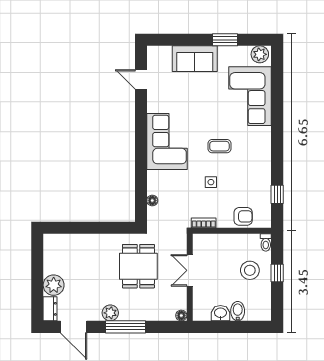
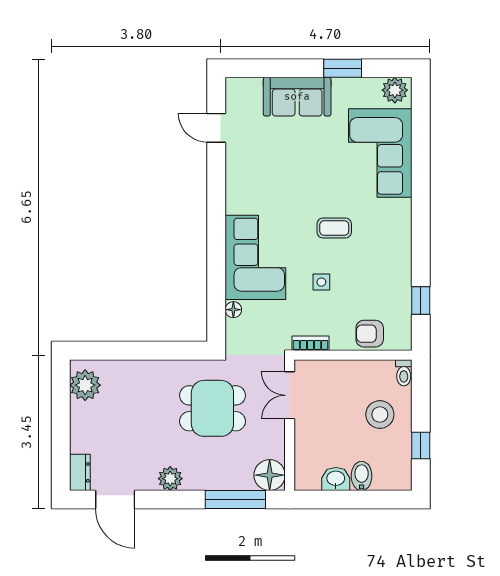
corner sofa: (167, 141) -> (255, 257), moved
armchair: (243, 216) -> (370, 334), turned 180
dining table: (138, 266) -> (212, 408), turned 90
double door: (190, 270) -> (290, 395), moved
window: (277, 273) -> (421, 445), moved
plant: (54, 285) -> (85, 385), moved
floor lamp: (181, 316) -> (270, 475), width x1.89, depth x1.89
window: (125, 327) -> (235, 500), moved

